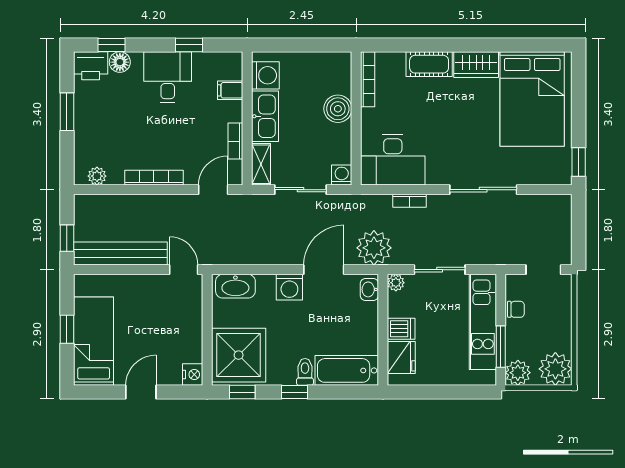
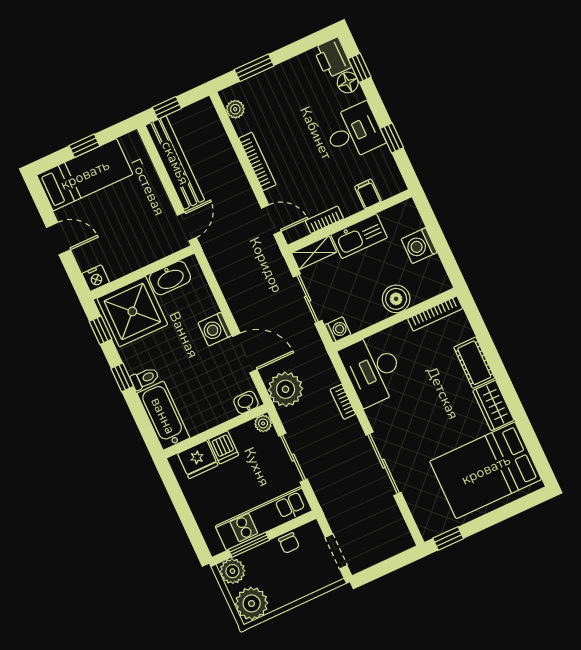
washing machine: (265, 75) -> (419, 246), moved, turned 90
window: (67, 112) -> (254, 68), moved
washbasin: (235, 286) -> (170, 278), moved, turned -90

